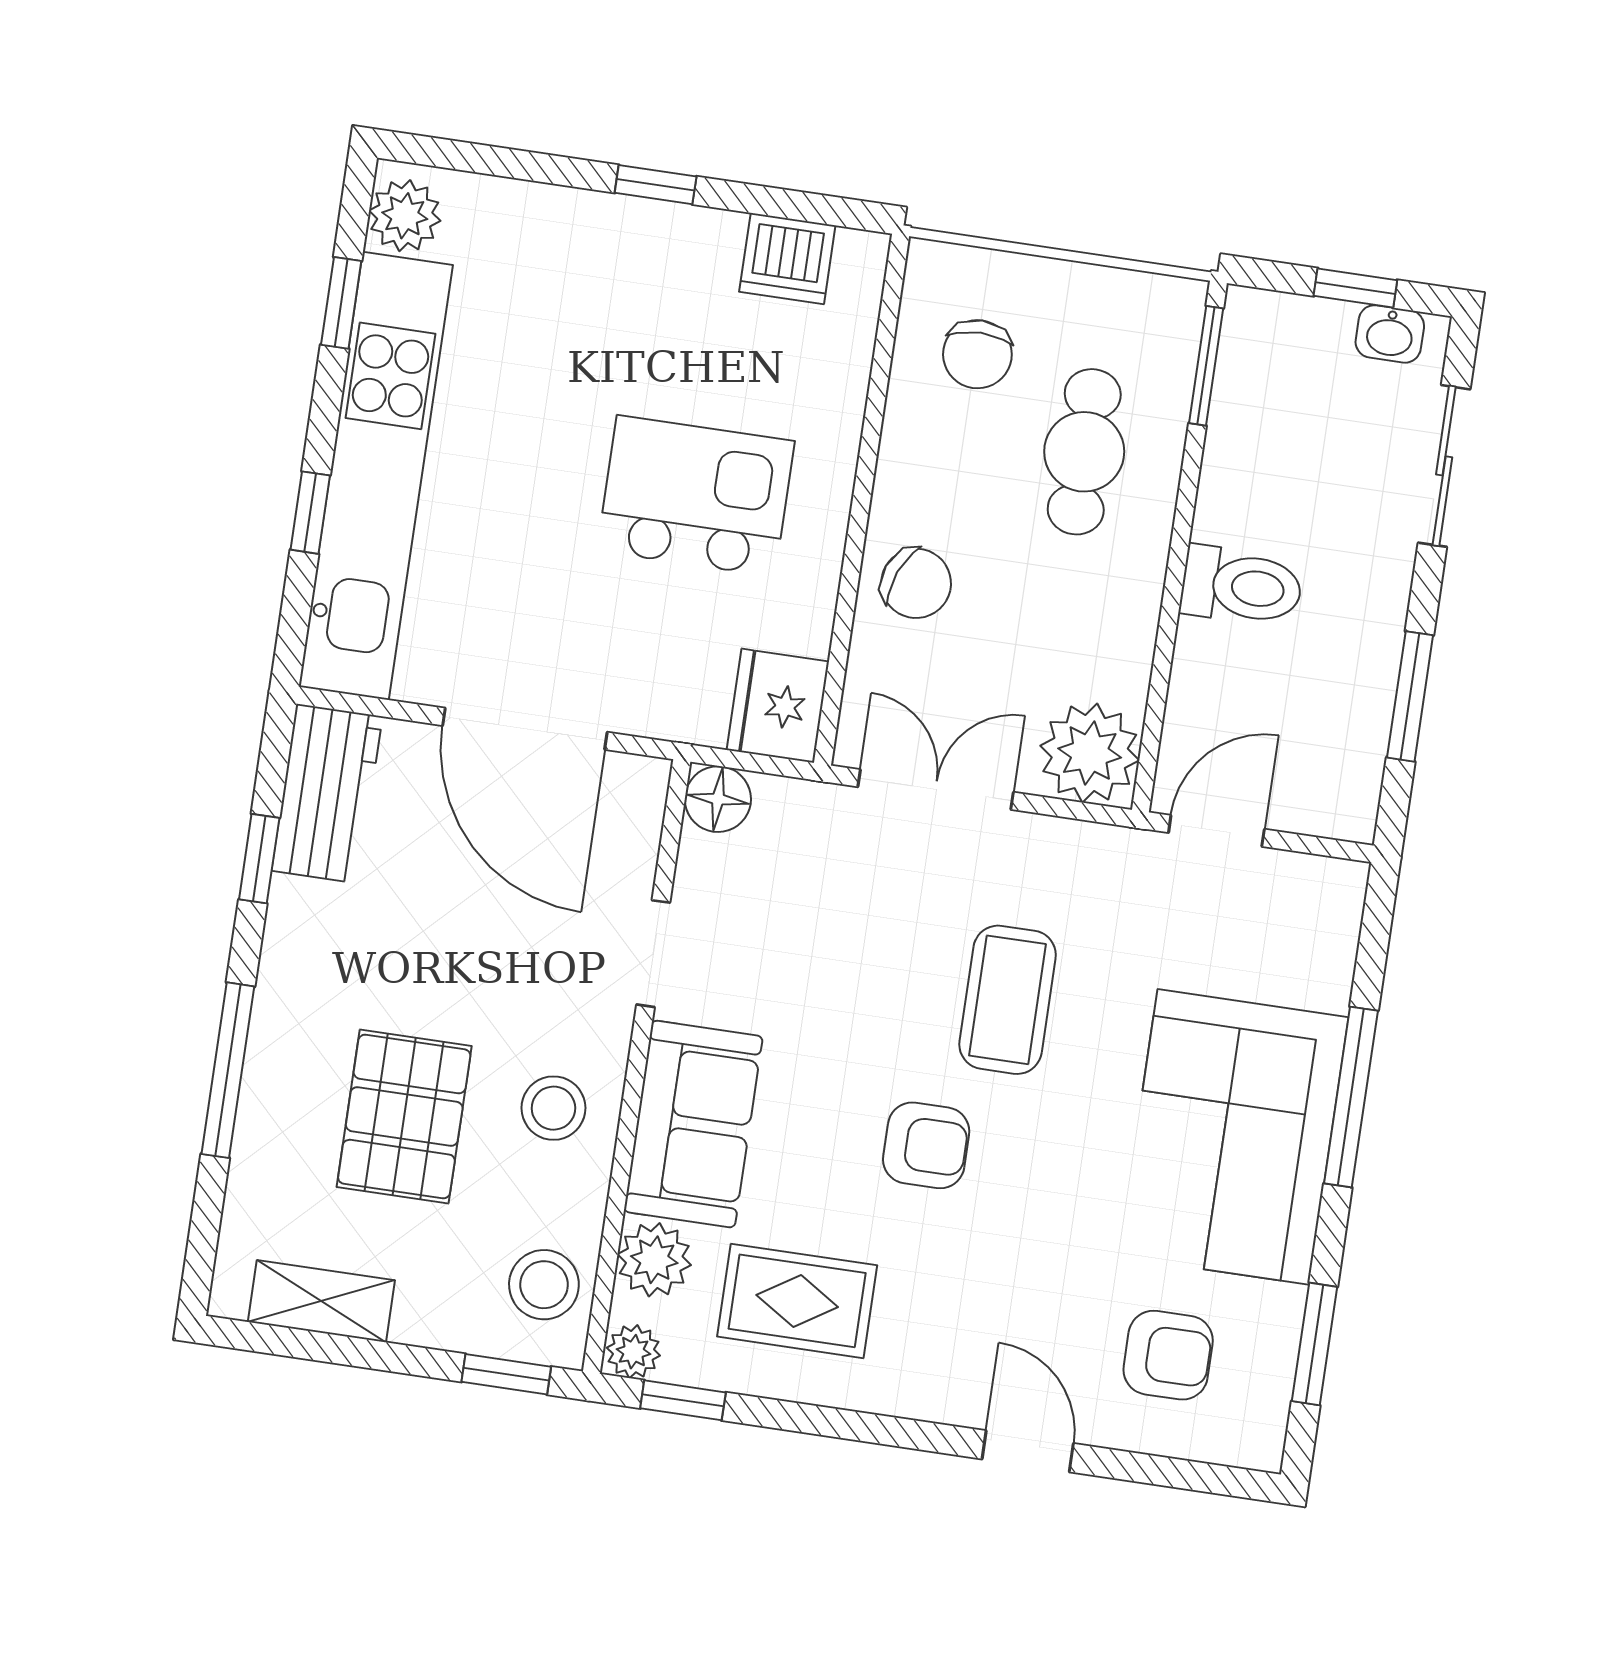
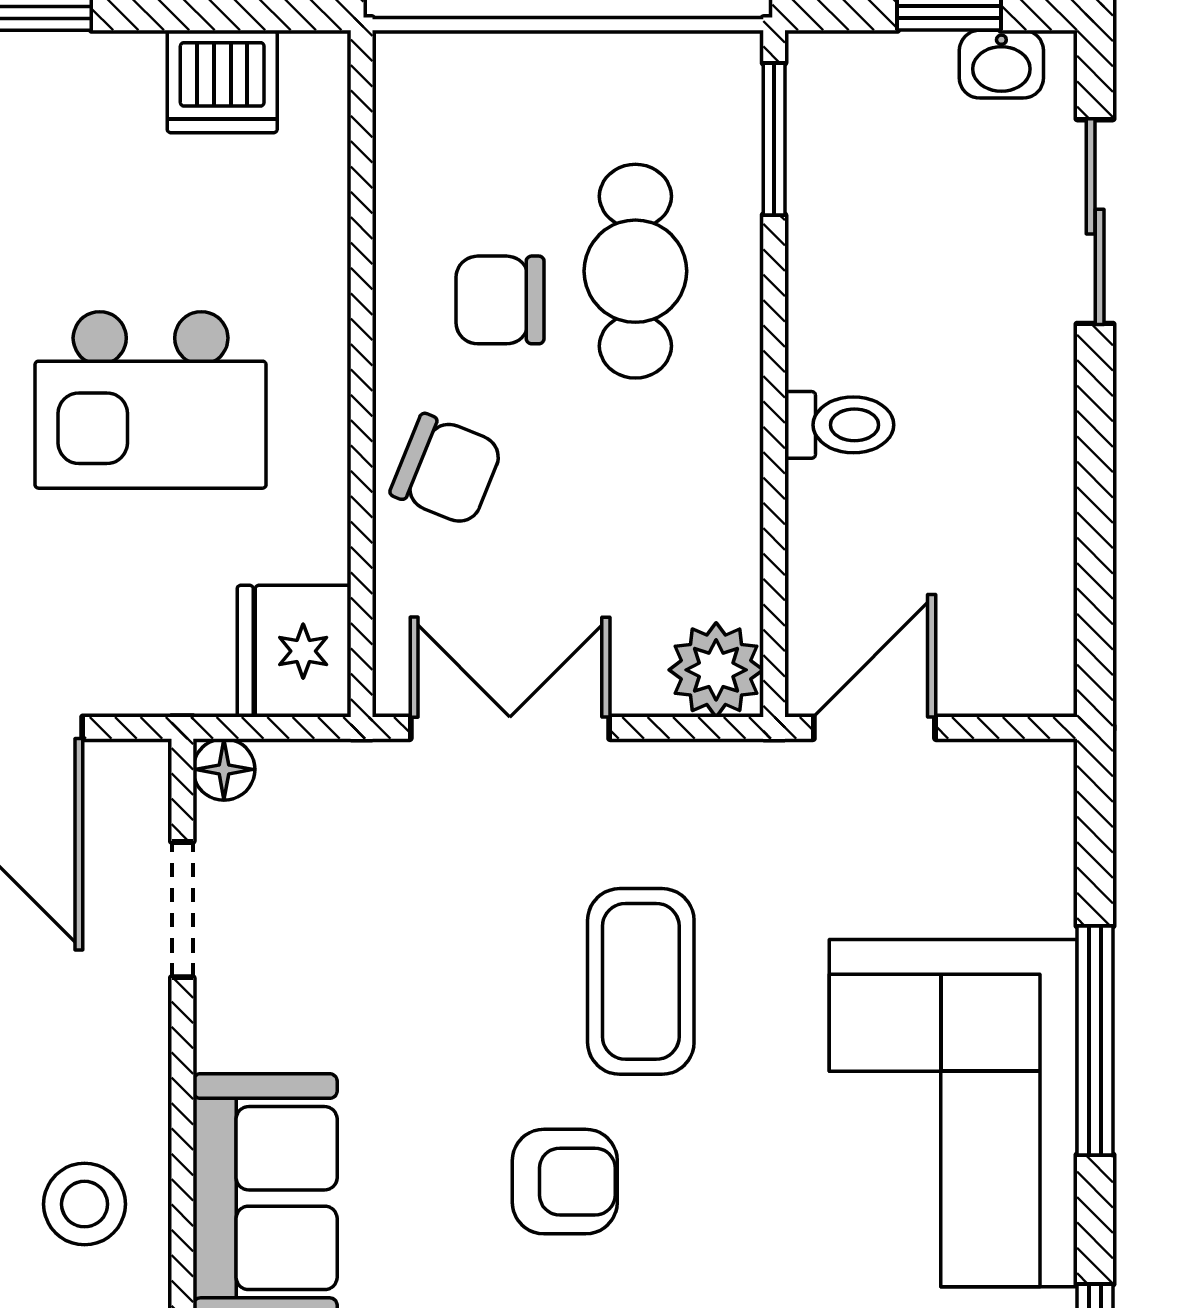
chair: (977, 354) -> (500, 300), moved, turned 90
kitchen island: (696, 496) -> (151, 400), turned 180
toilet: (1241, 586) -> (839, 425), width x0.73, depth x0.72
window: (1410, 696) -> (1095, 521), removed
plant: (1090, 753) -> (716, 670), width x0.73, depth x0.73
floor lamp: (718, 799) -> (224, 769), width x0.73, depth x0.73
doorway: (653, 954) -> (182, 910), moved

